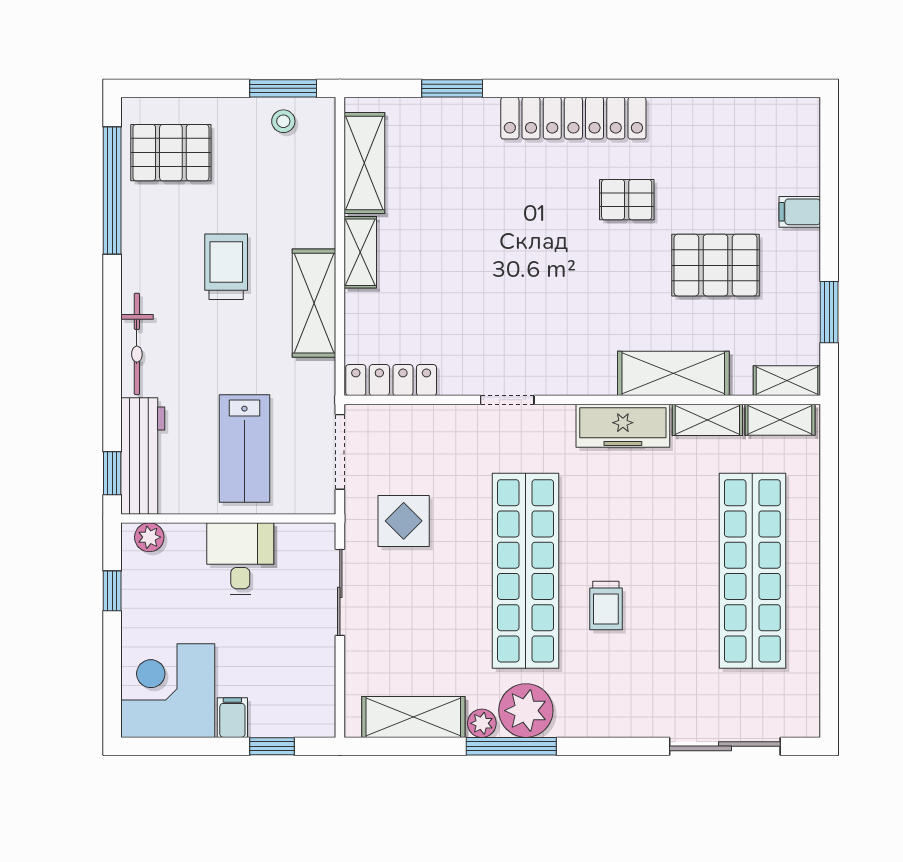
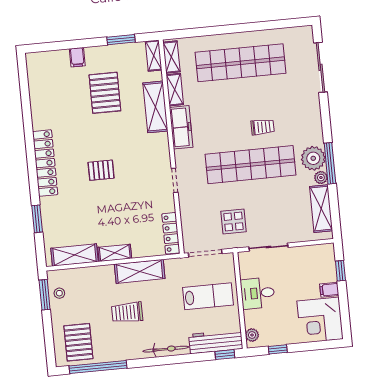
pallet: (627, 200) -> (101, 170), moved, turned 90

